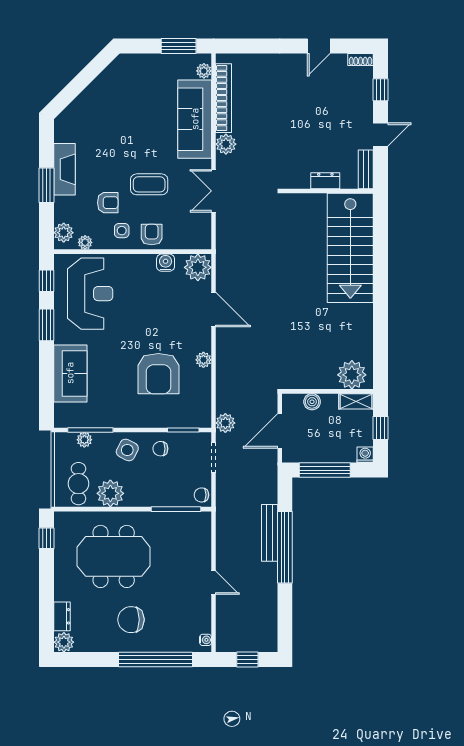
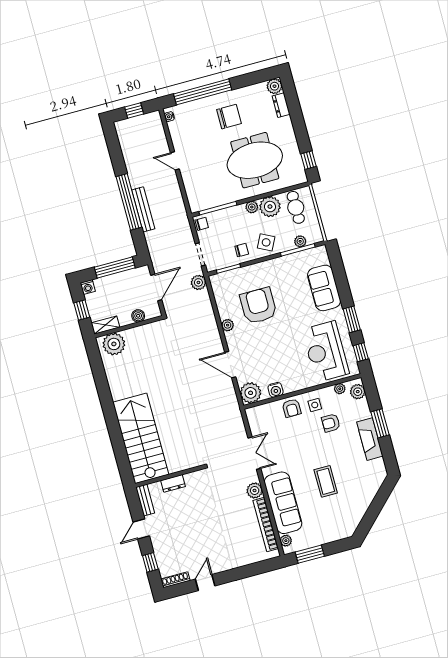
shoe rack: (361, 60) -> (175, 580), width x1.43
coffee table: (149, 184) -> (326, 481), moved, turned 90
plant: (133, 499) -> (252, 207), added

